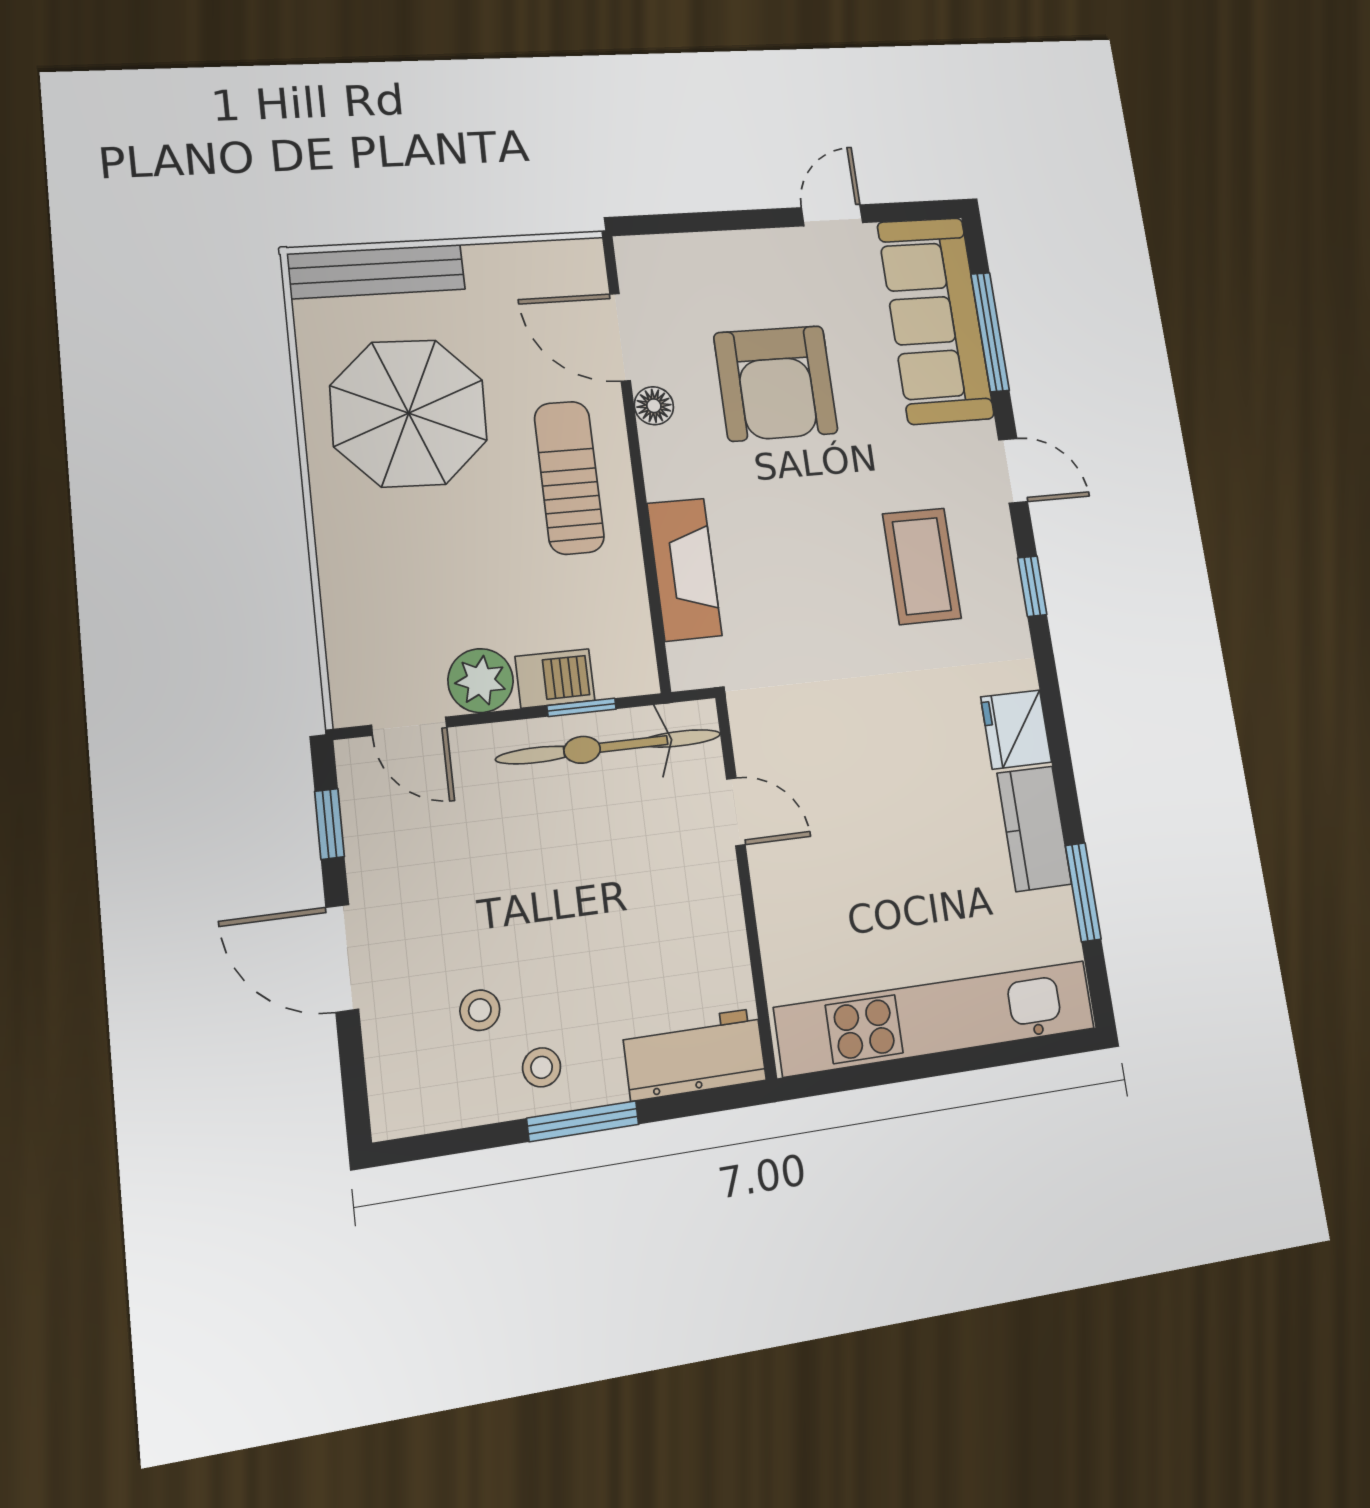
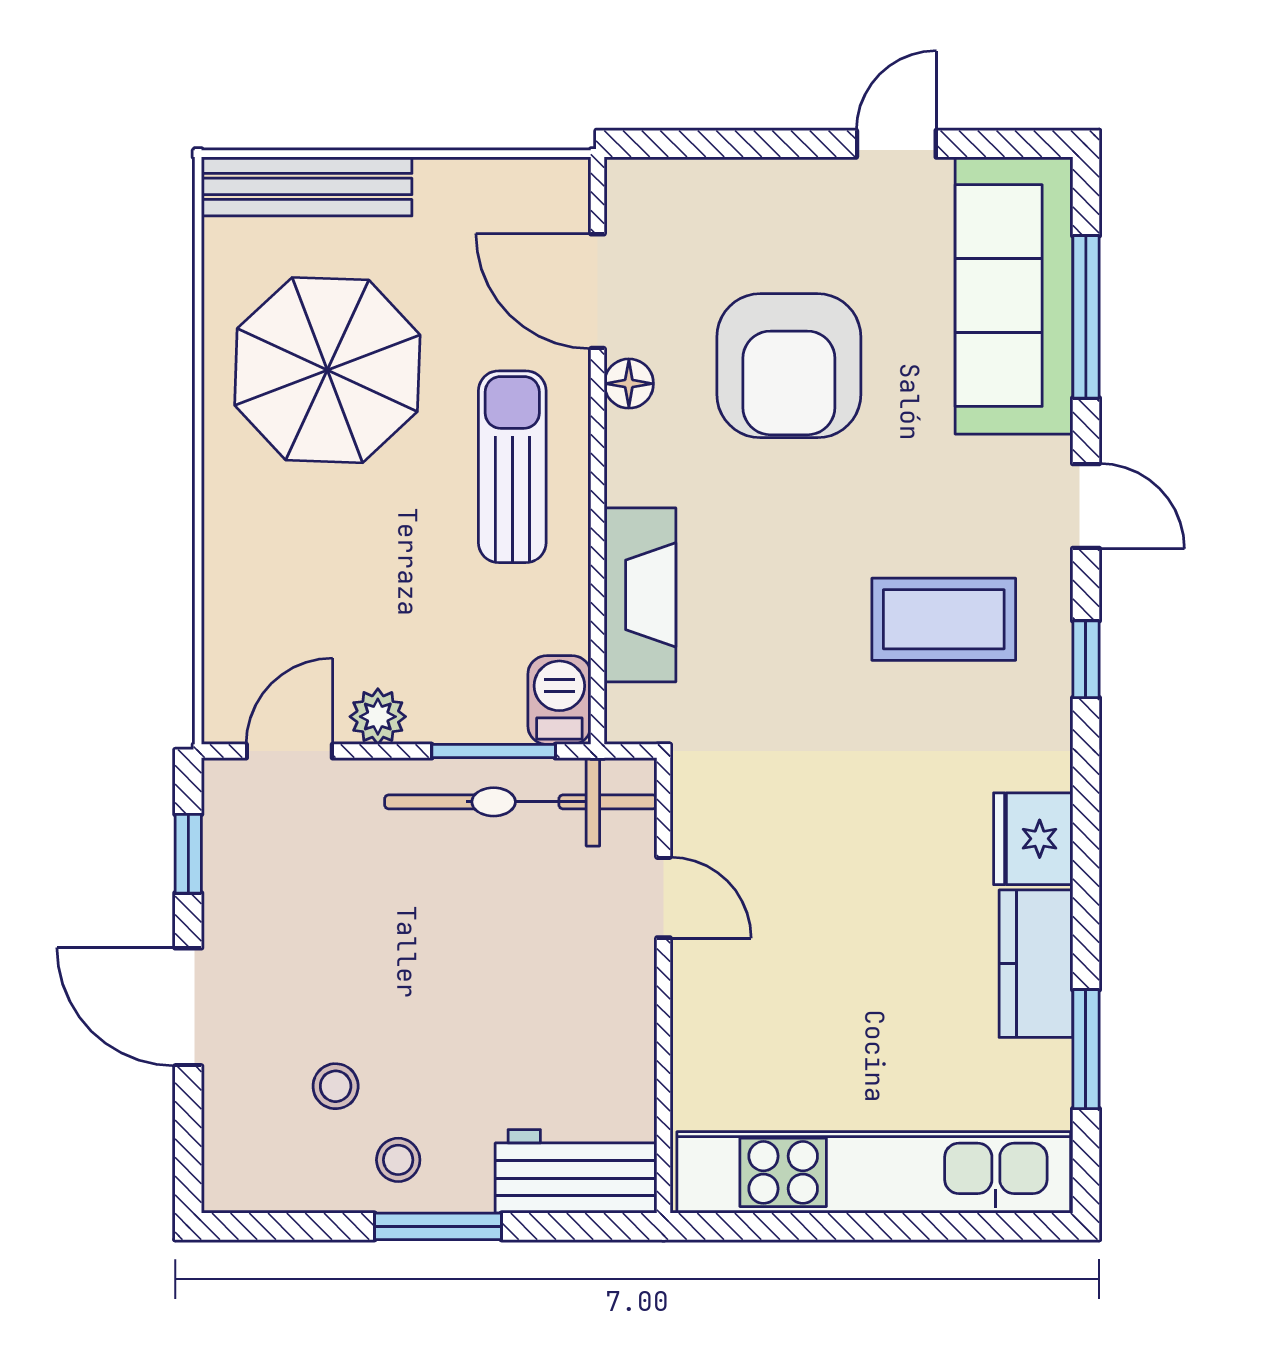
coffee table: (922, 566) -> (944, 619), turned 90
barbecue: (555, 678) -> (559, 700), moved, turned -90
plant: (481, 681) -> (378, 717), width x0.73, depth x0.73
window: (582, 707) -> (494, 751), width x1.50
door: (409, 726) -> (289, 751), swing flipped

